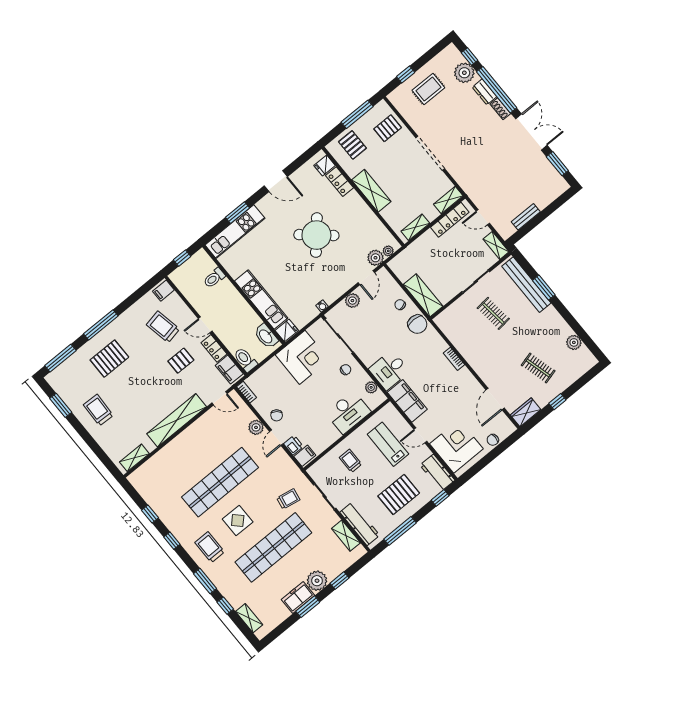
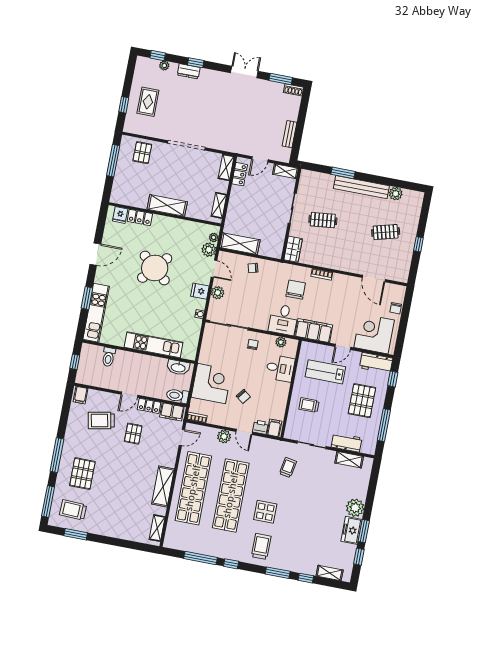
plant: (464, 73) -> (164, 66), width x0.53, depth x0.53
window: (497, 90) -> (196, 63), width x0.32
shoe rack: (500, 109) -> (293, 90), moved
double door: (531, 132) -> (244, 72), width x0.73
pallet: (352, 145) -> (128, 185), removed
locker: (450, 220) -> (240, 174), width x0.66
bench: (526, 285) -> (361, 187), moved
shelving: (423, 295) -> (240, 244), moved
chair: (417, 324) -> (296, 290), moved, turned -90
fridge: (287, 330) -> (200, 291), moved, turned -90
corner desk: (302, 357) -> (211, 384), moved
trolley: (98, 410) -> (73, 510), moved
desk: (348, 412) -> (280, 368), width x0.73
wardrobe: (526, 412) -> (293, 249), moved, turned 180
chair: (277, 415) -> (243, 396), moved
shelving: (177, 420) -> (163, 487), width x0.68
window: (150, 514) -> (200, 558), width x2.17
workbench: (360, 524) -> (347, 442), width x0.73
trolley: (210, 547) -> (261, 547), turned 90
shop shelf: (273, 547) -> (193, 488), moved
window: (340, 581) -> (359, 557), moved

